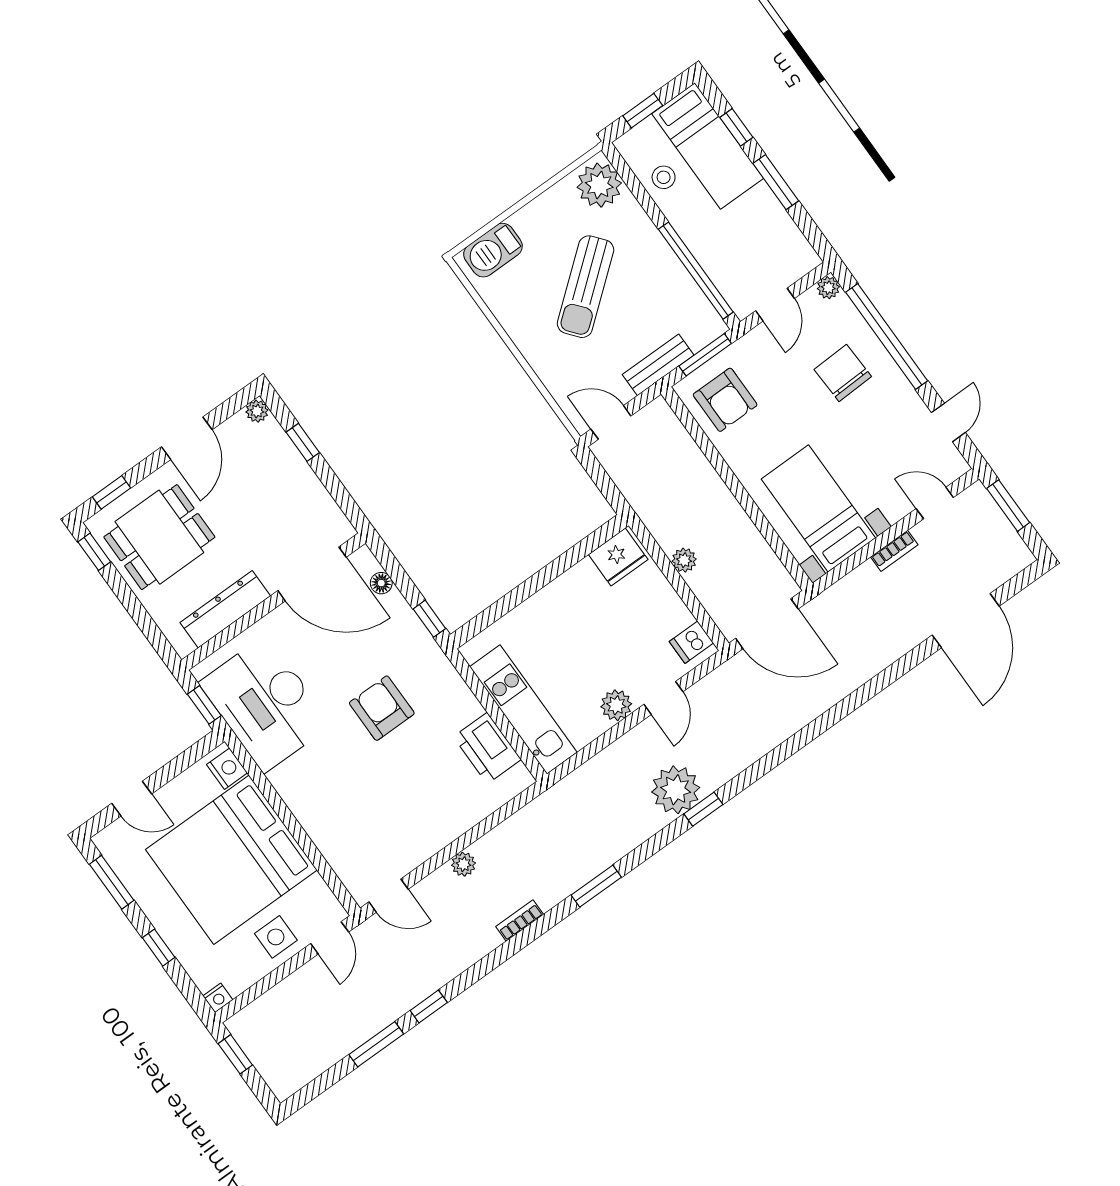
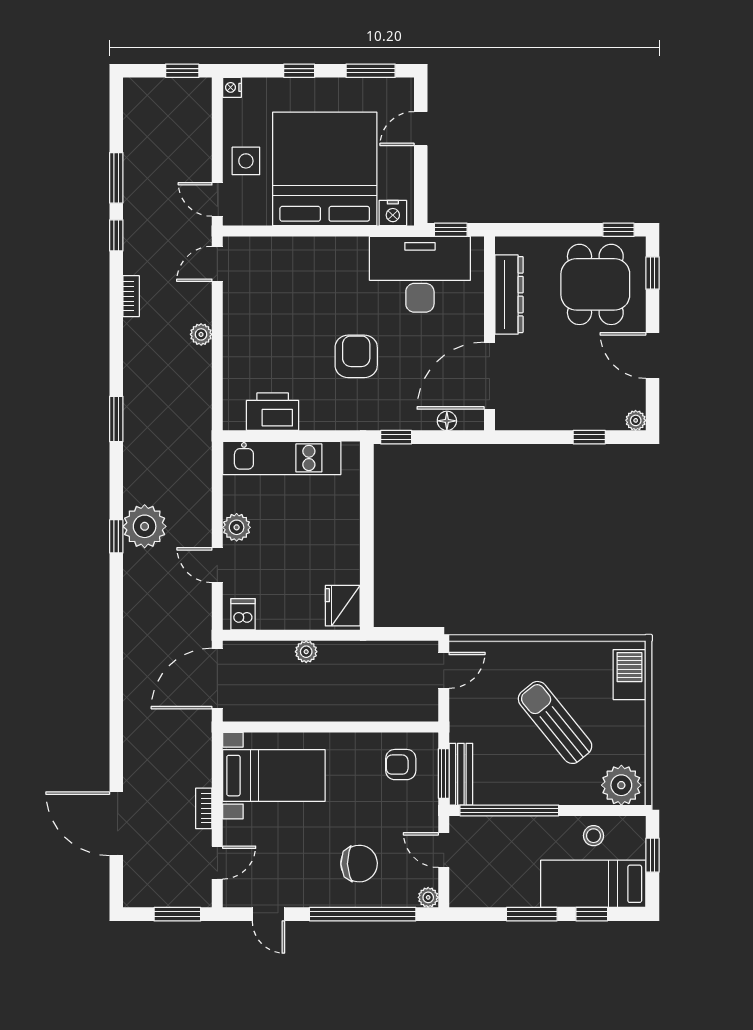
bench: (658, 365) -> (461, 774), moved
armchair: (725, 400) -> (401, 765), width x0.72, depth x0.72
armchair: (382, 708) -> (356, 356), turned -90
bookcase: (520, 921) -> (131, 296), moved

